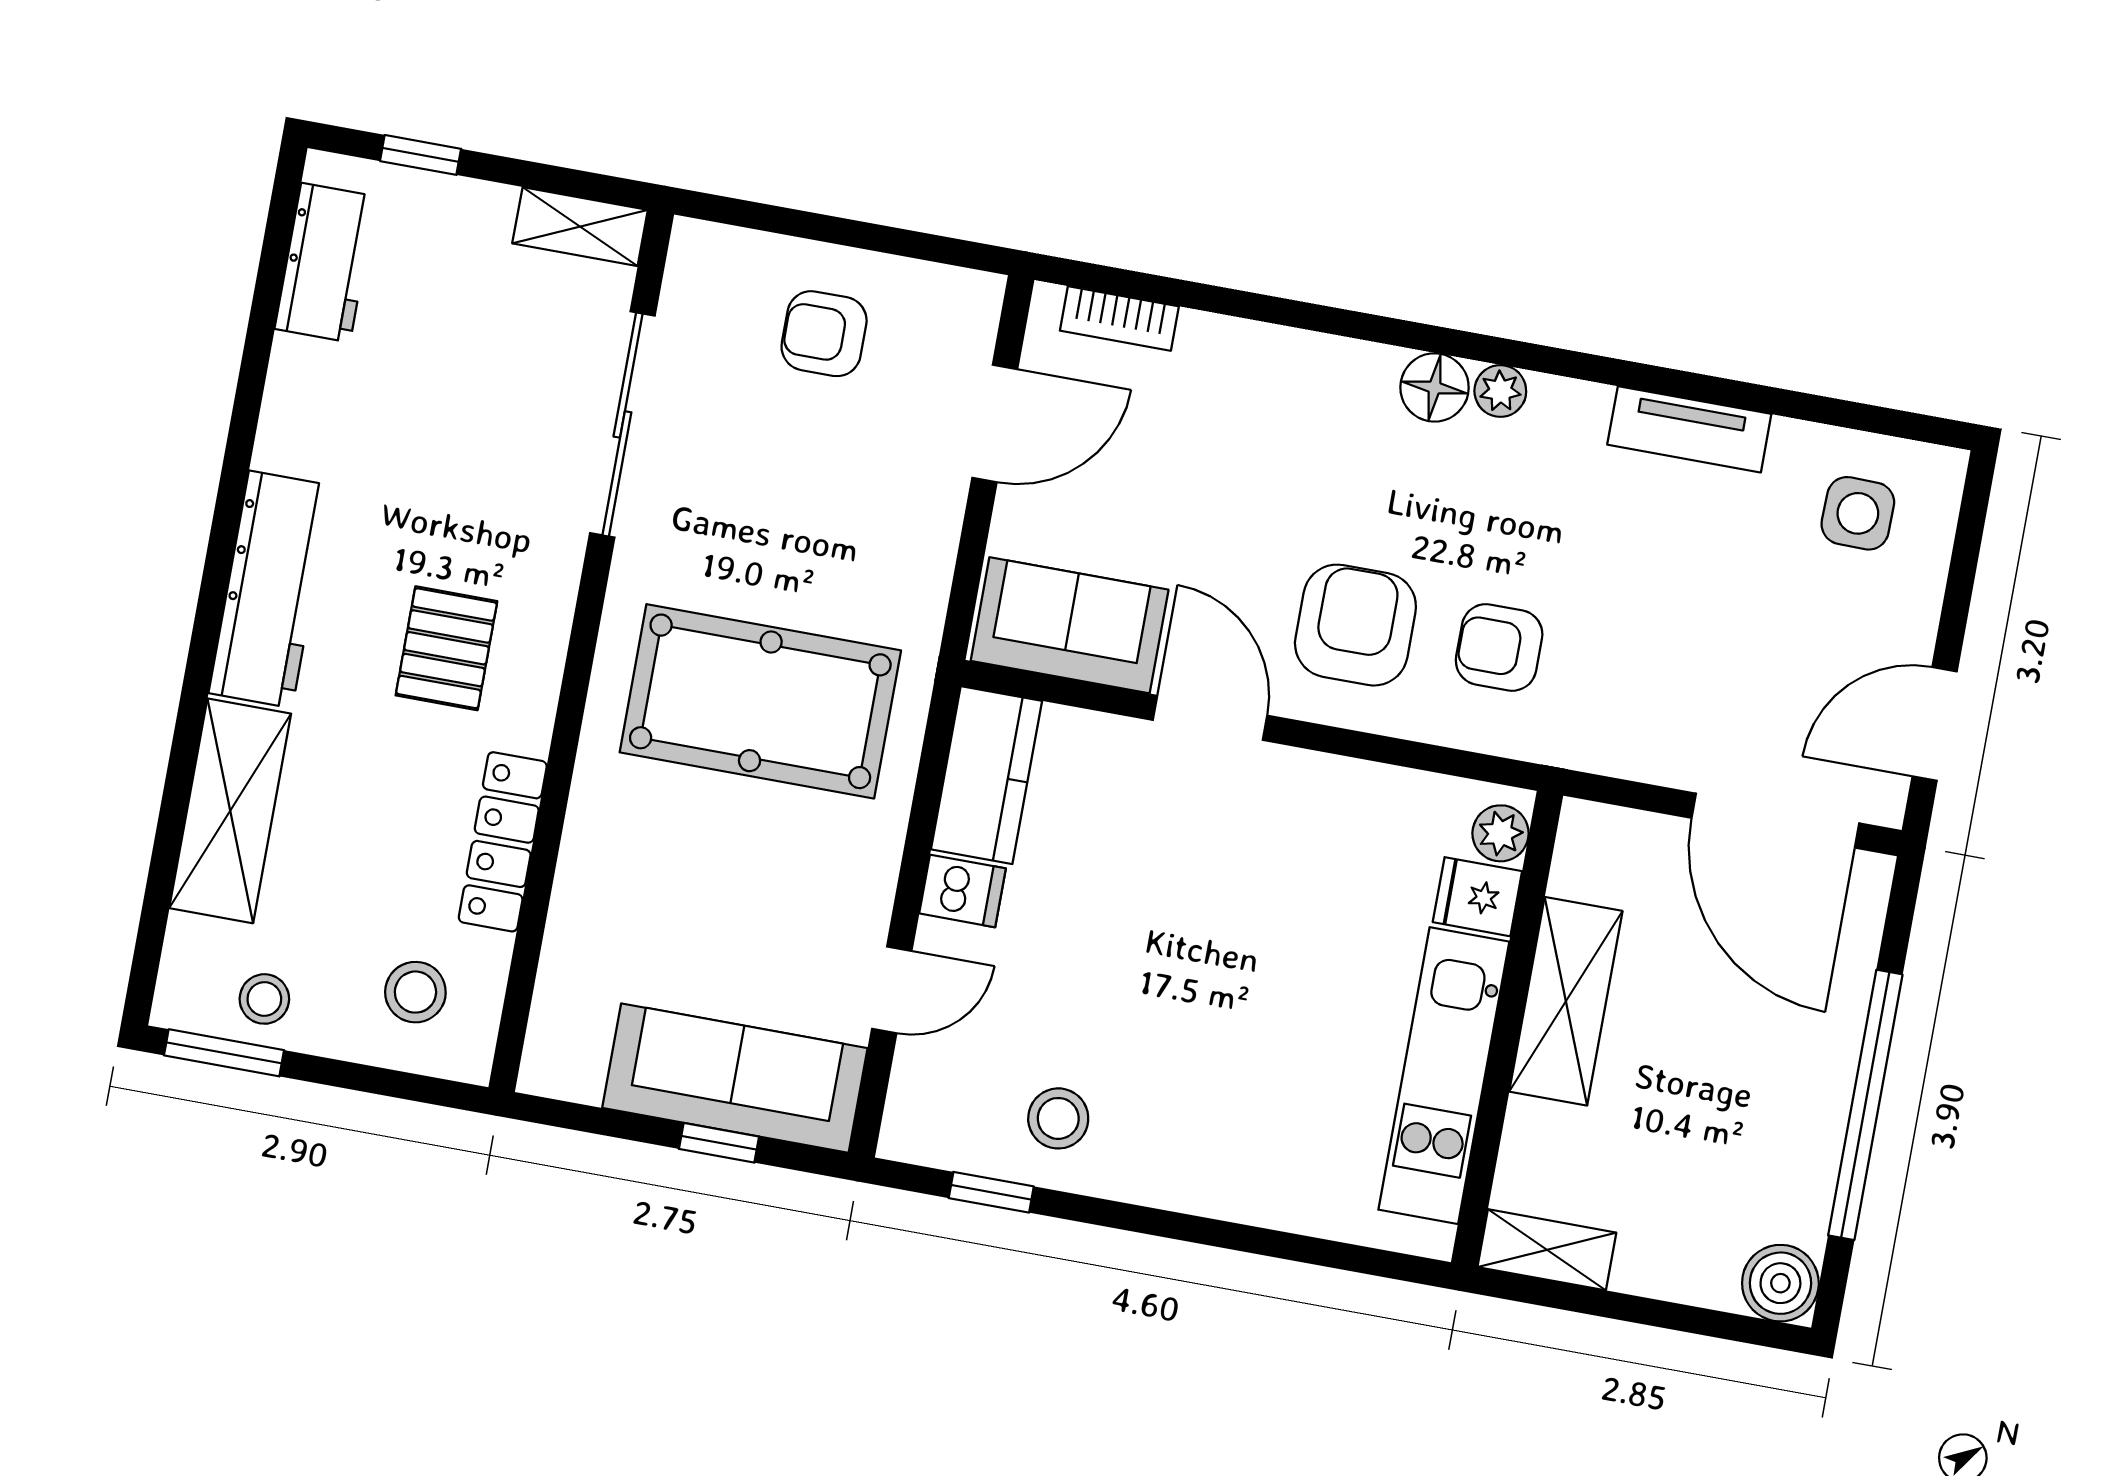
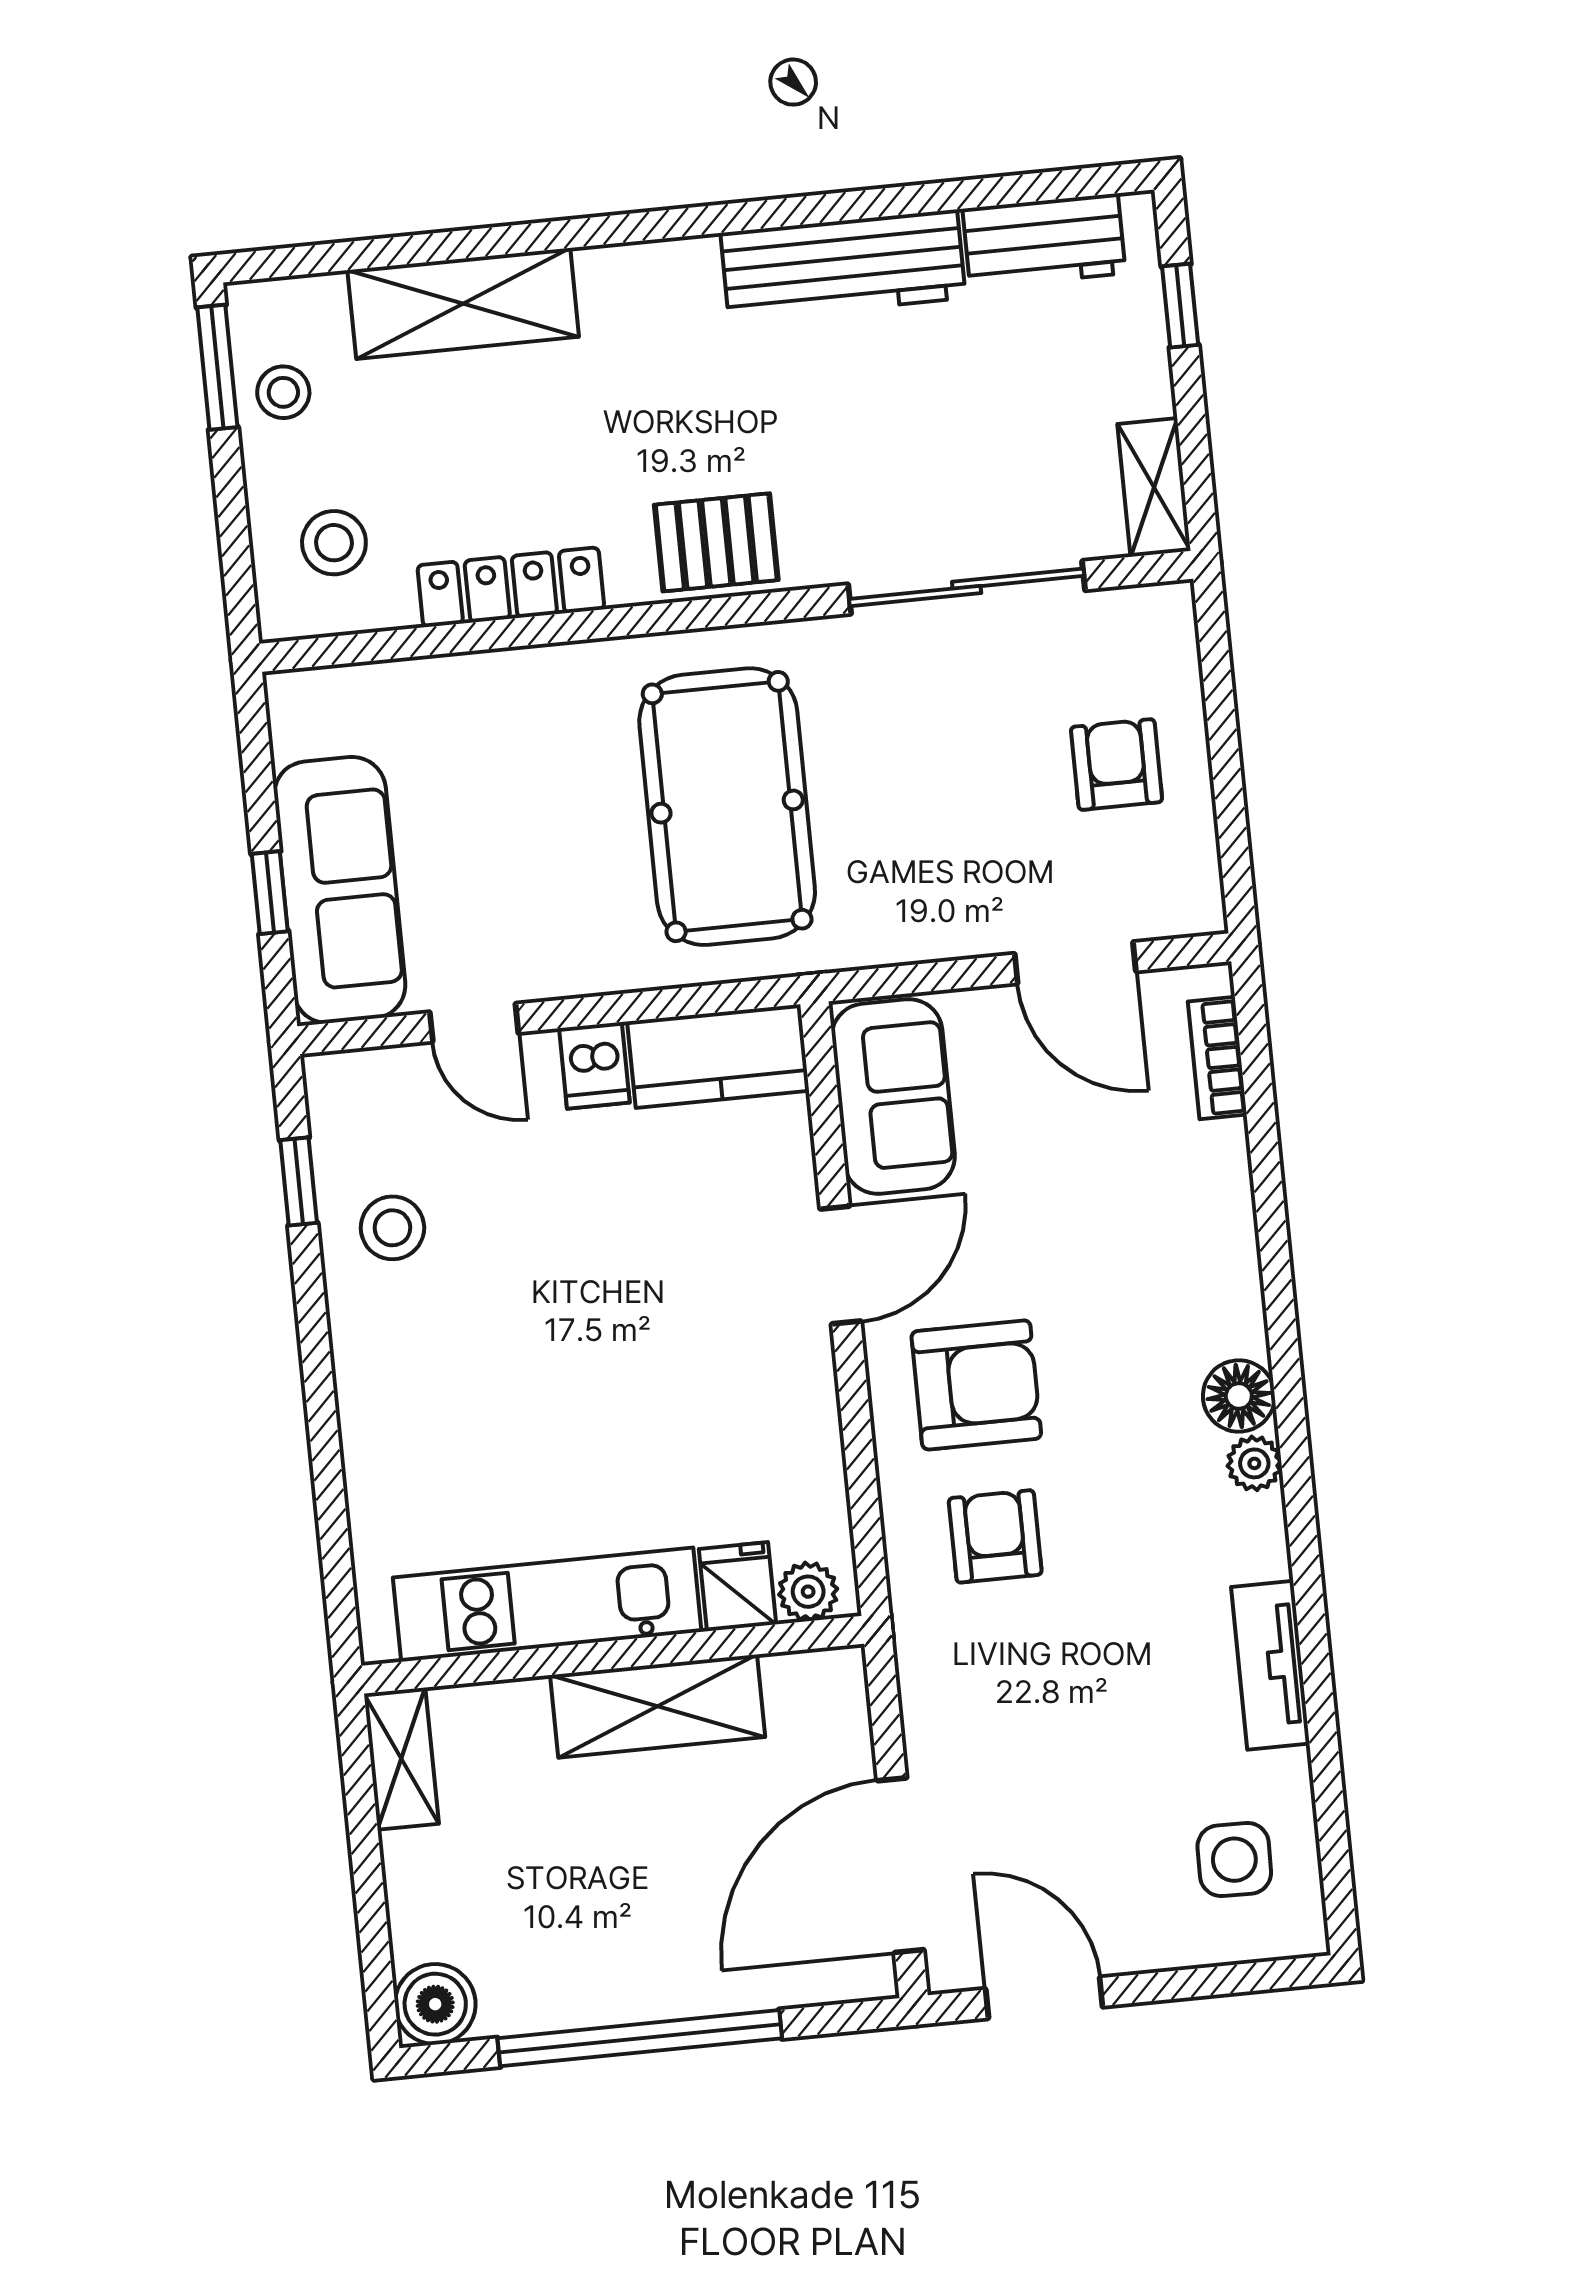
workbench: (270, 589) -> (843, 265), moved
pallet: (446, 648) -> (716, 542), moved

